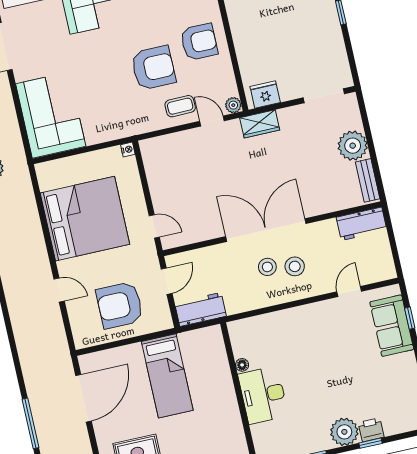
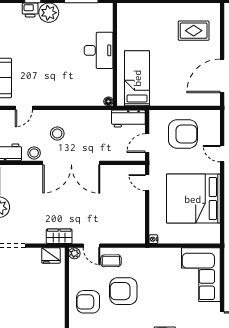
stool: (267, 267) -> (34, 153), moved
floor lamp: (242, 365) -> (108, 101), moved
bed: (167, 376) -> (137, 78), moved

